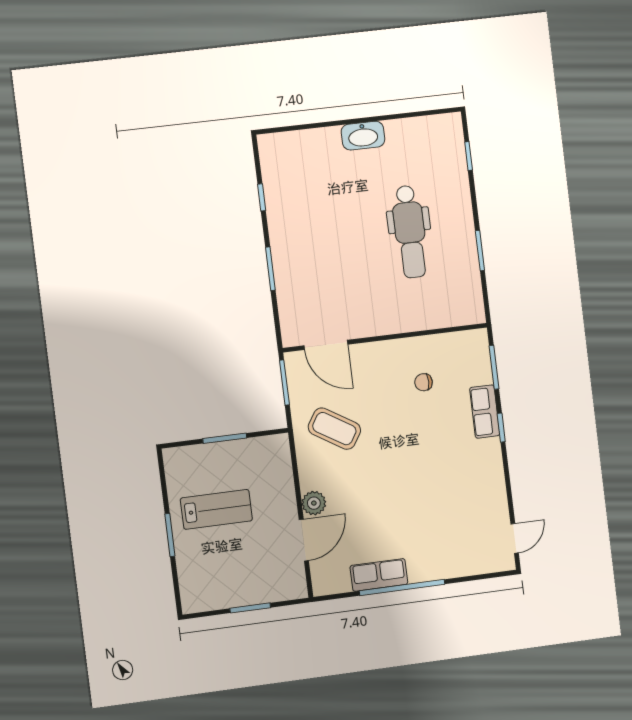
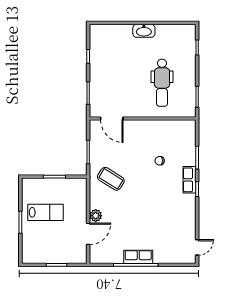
wall: (385, 338) -> (143, 119), moved
door: (326, 345) -> (112, 119), moved
row of seats: (379, 575) -> (138, 257), moved

